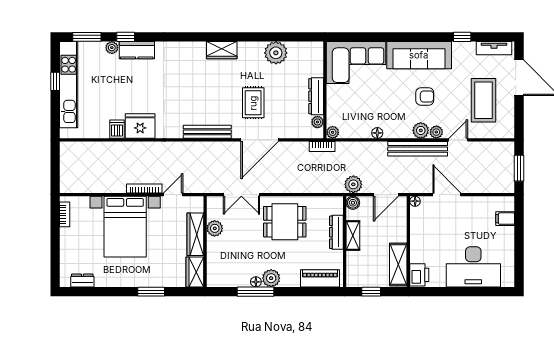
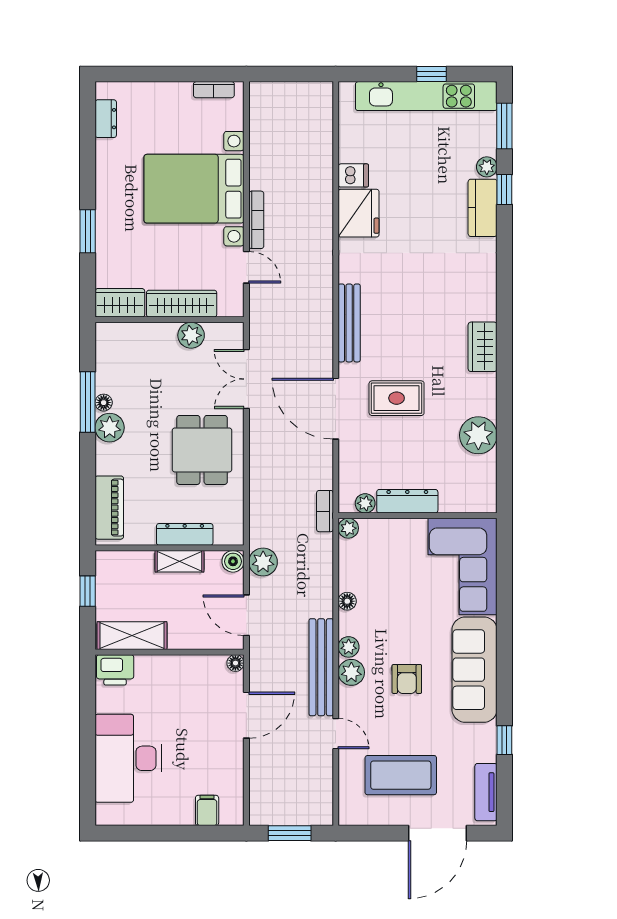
plant: (436, 132) -> (349, 647), moved

